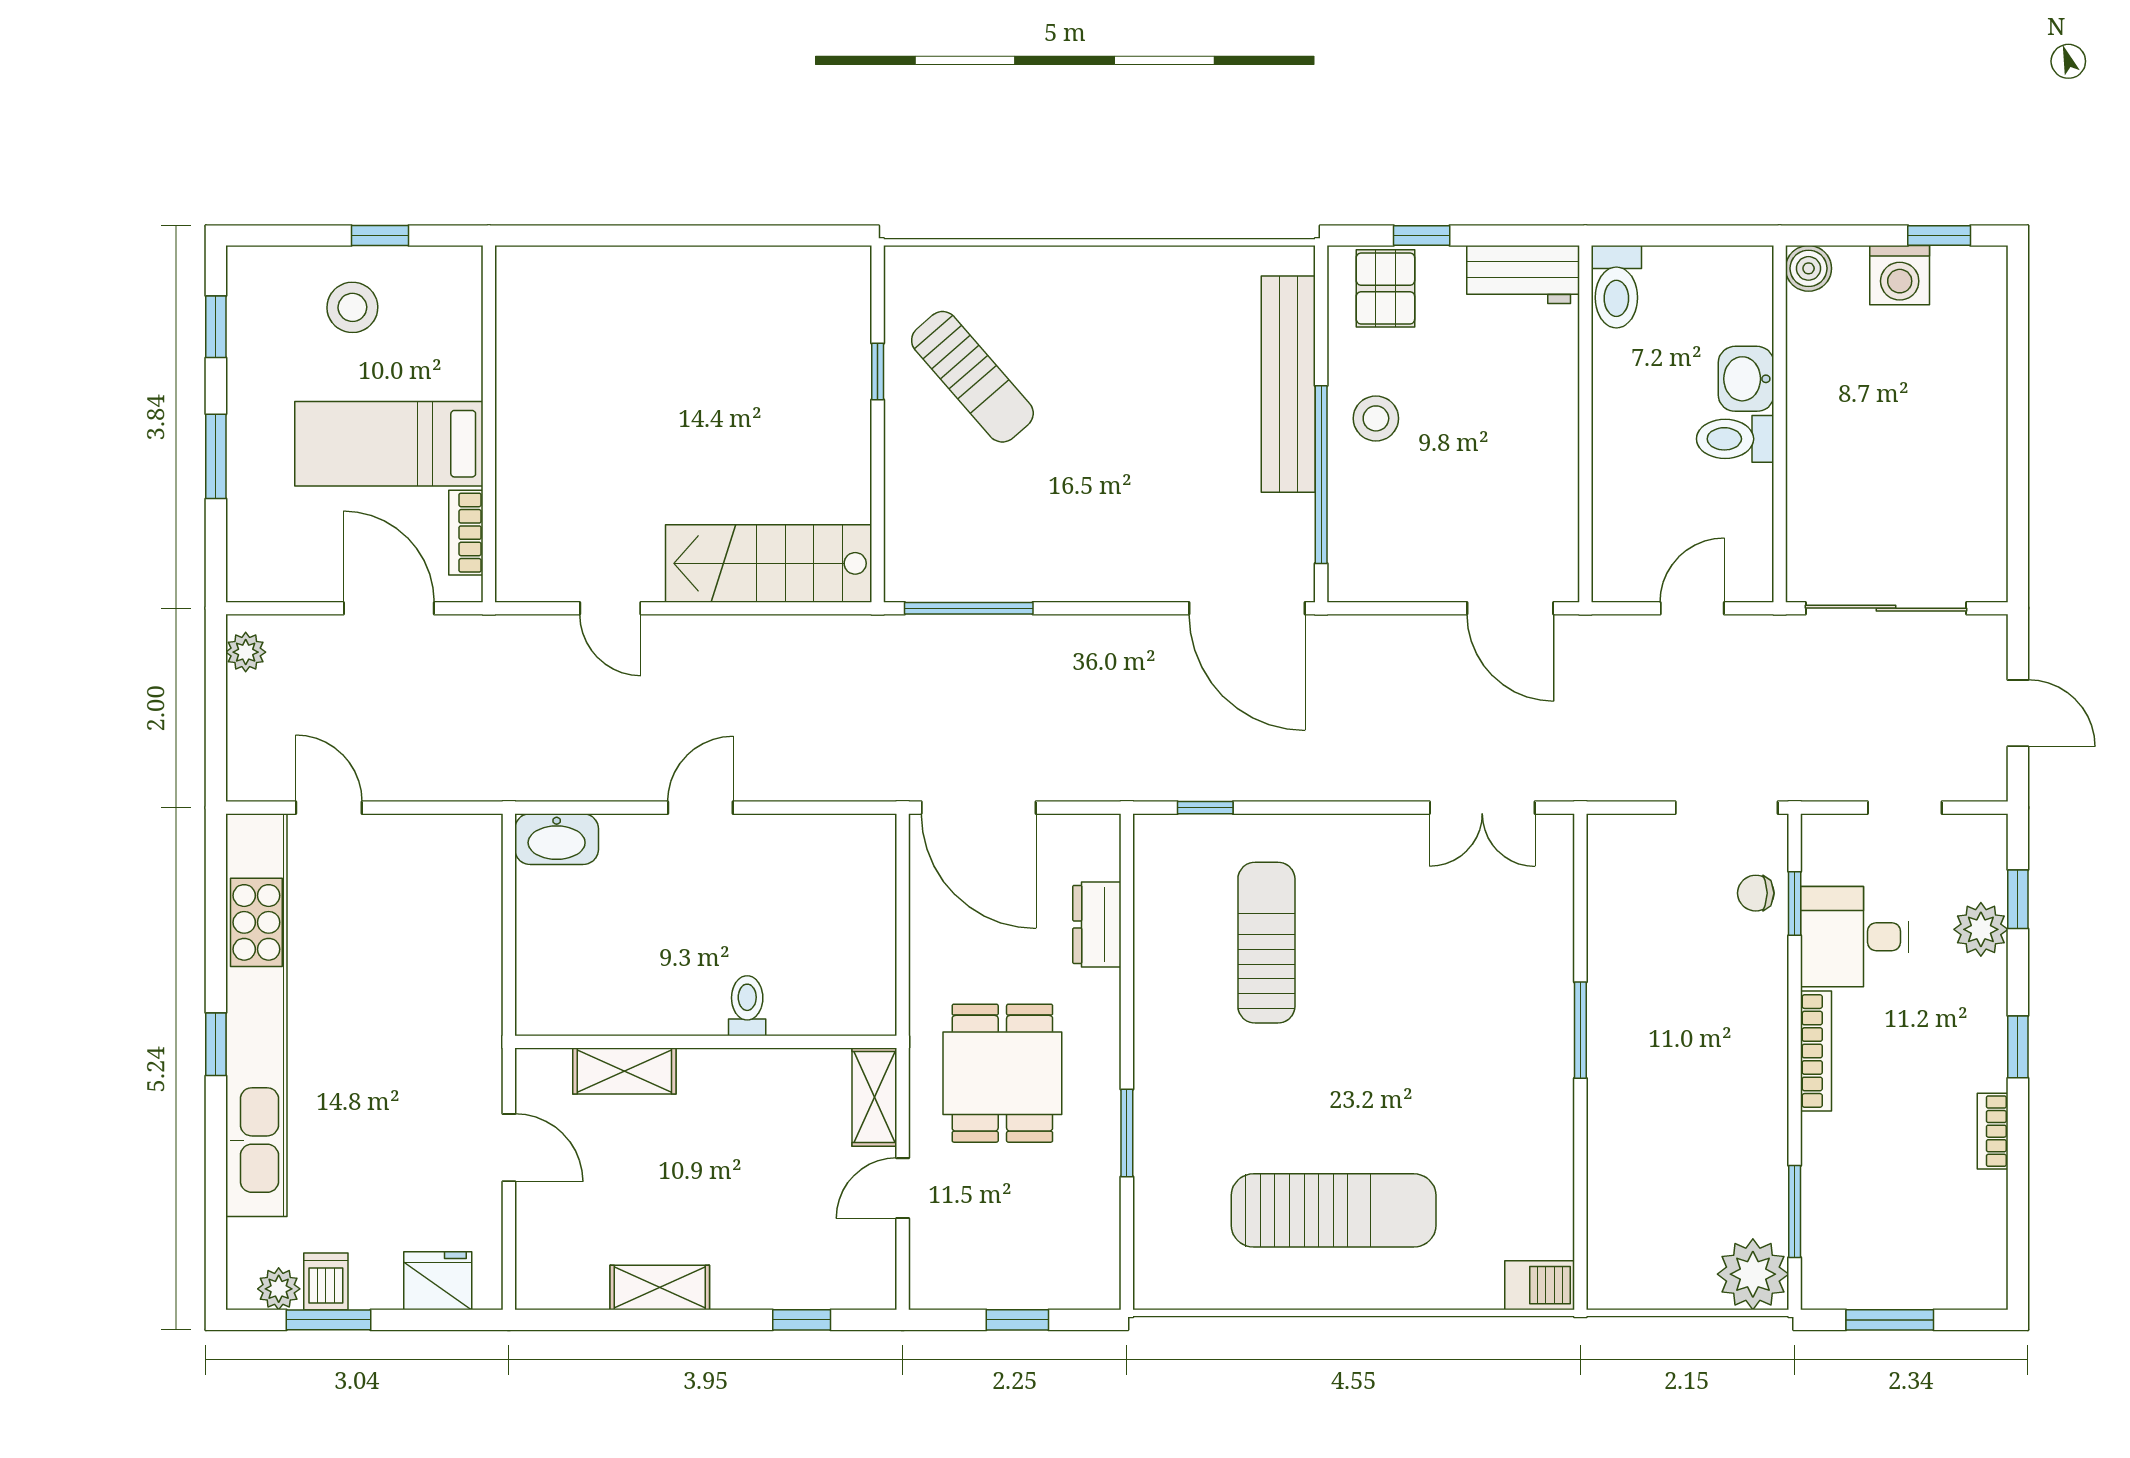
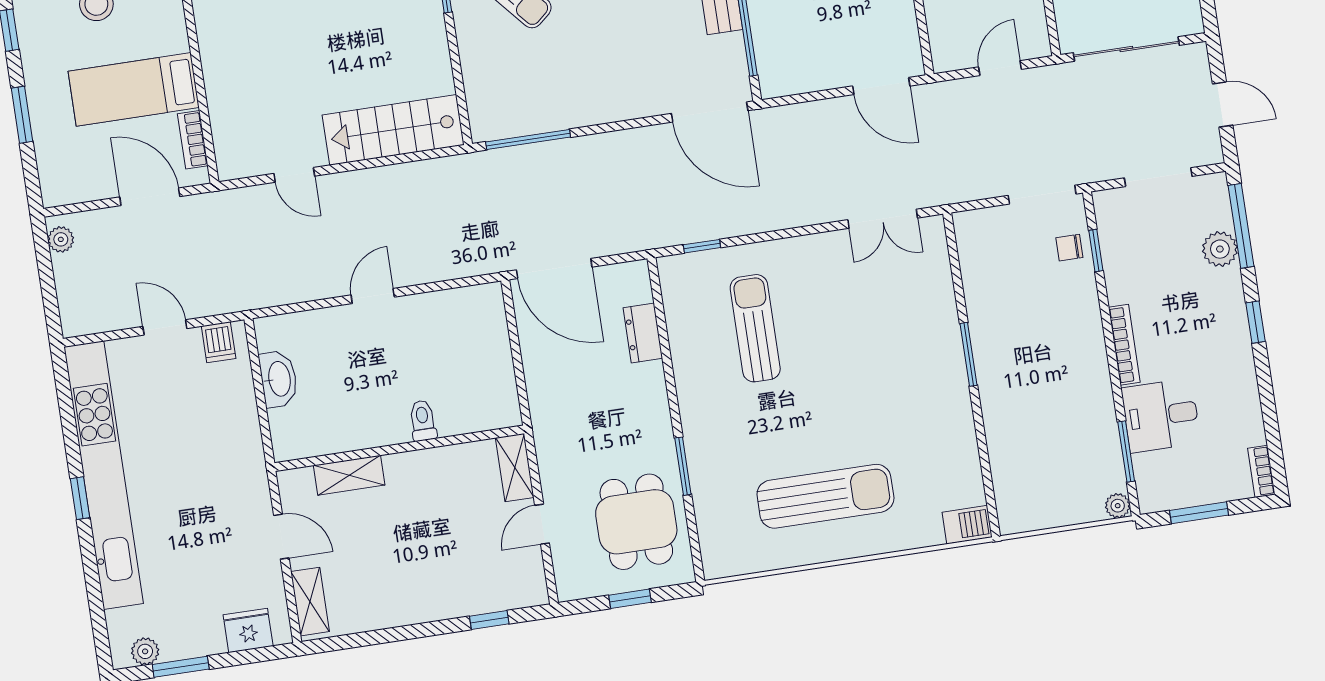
door: (329, 808) -> (165, 327), moved
doorway: (1905, 808) -> (1158, 177), width x1.38
washbasin: (557, 839) -> (279, 379), moved, turned -90
window: (2018, 899) -> (1241, 226), width x2.17
desk: (1855, 937) -> (1161, 415), moved
dining table: (1002, 1073) -> (636, 522), moved
bookcase: (1993, 1131) -> (1261, 471), moved
plant: (1753, 1274) -> (1118, 506), width x0.53, depth x0.53
dishwasher: (326, 1281) -> (219, 342), moved, turned 180
shelving: (660, 1288) -> (310, 602), moved, turned 90

